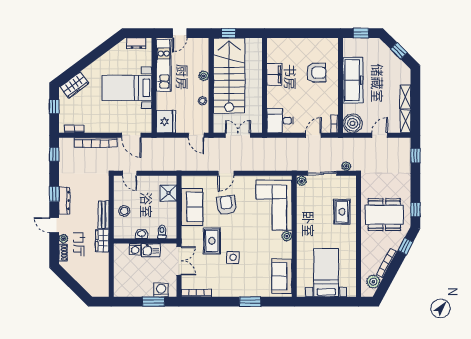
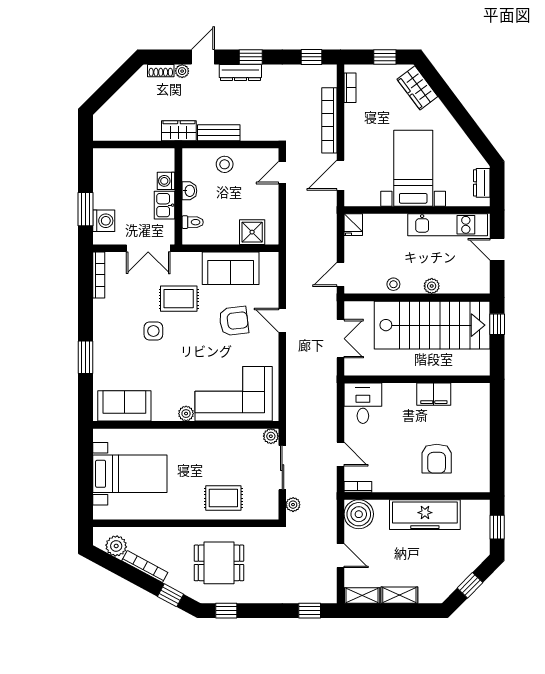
fridge: (166, 122) -> (353, 225), width x0.53, depth x0.75
dining table: (384, 215) -> (219, 563), width x0.73

